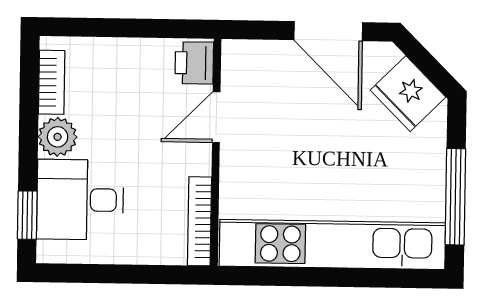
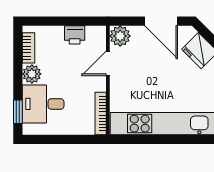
plant: (242, 61) -> (120, 36), added
printer: (194, 63) -> (75, 35), moved, turned -90

